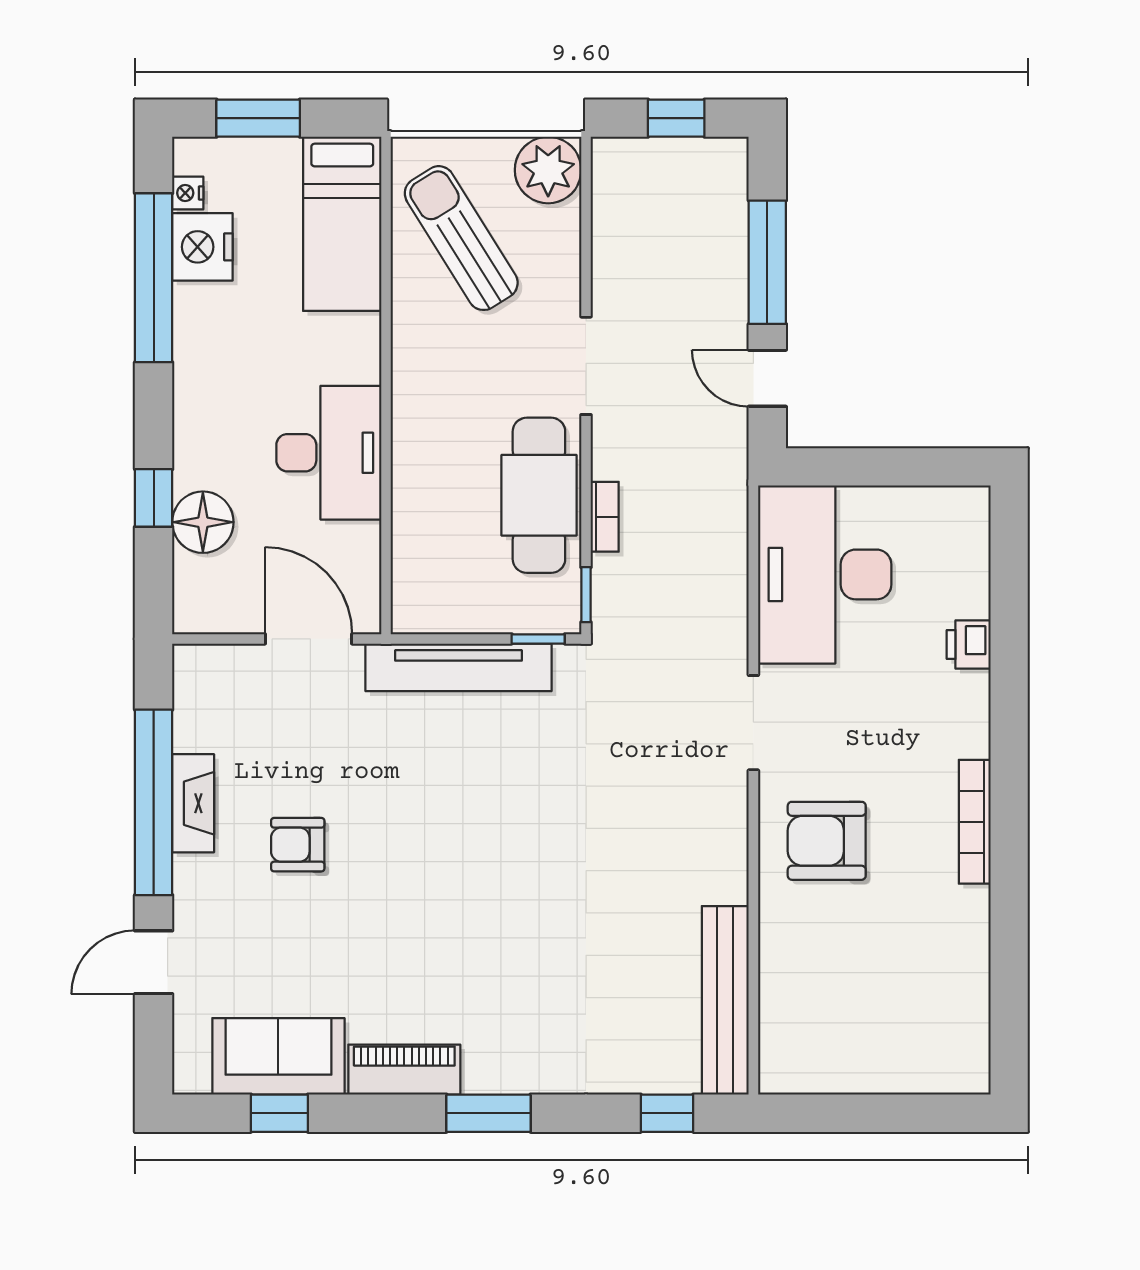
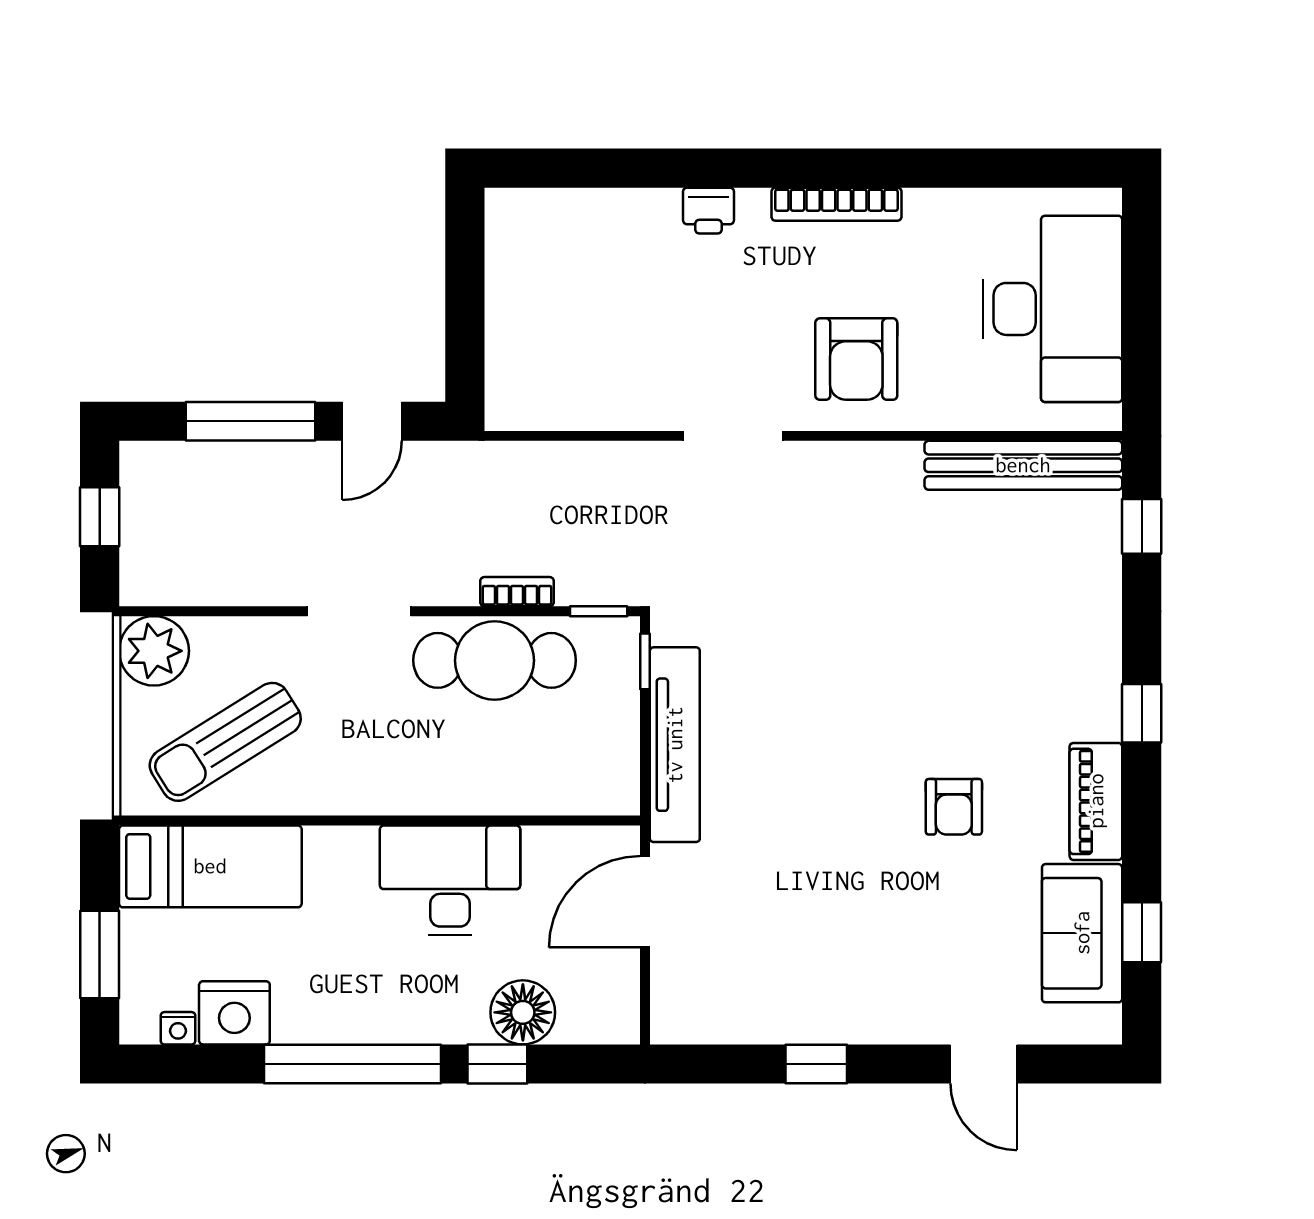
window: (154, 278) -> (352, 1064), moved
desk: (825, 574) -> (1052, 309), moved, turned -90
printer: (969, 645) -> (708, 211), moved
window: (154, 802) -> (816, 1064), width x0.32
fireplace: (193, 803) -> (817, 1023), removed
armchair: (298, 845) -> (954, 807), moved
window: (488, 1113) -> (1142, 713), width x0.67

